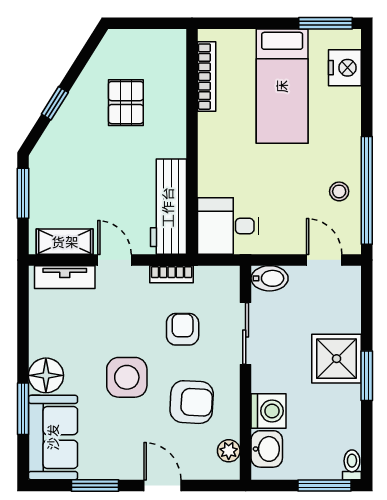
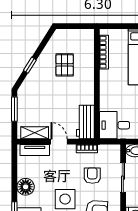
workbench: (168, 207) -> (85, 122), width x0.73
floor lamp: (46, 375) -> (26, 187), moved

